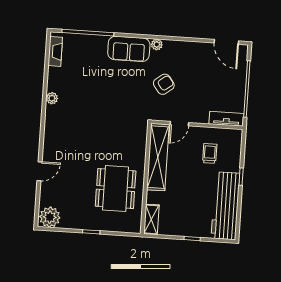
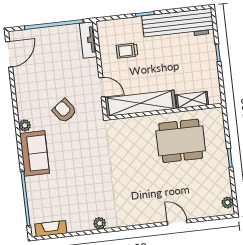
plant: (50, 217) -> (227, 203), width x0.53, depth x0.53
shelving: (151, 219) -> (192, 100), moved

